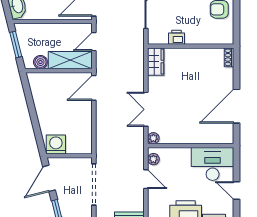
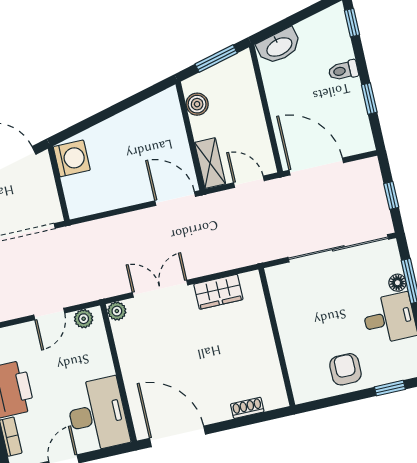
printer: (176, 37) -> (286, 311), removed
shoe rack: (229, 57) -> (247, 408), moved
shelving: (70, 60) -> (210, 163), width x0.67, depth x0.75
wardrobe: (156, 62) -> (218, 292), moved
door: (237, 106) -> (178, 436), moved

